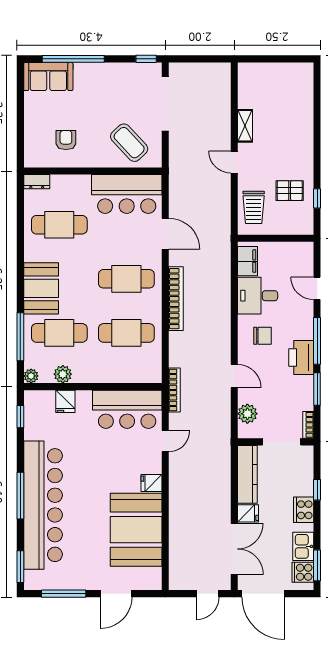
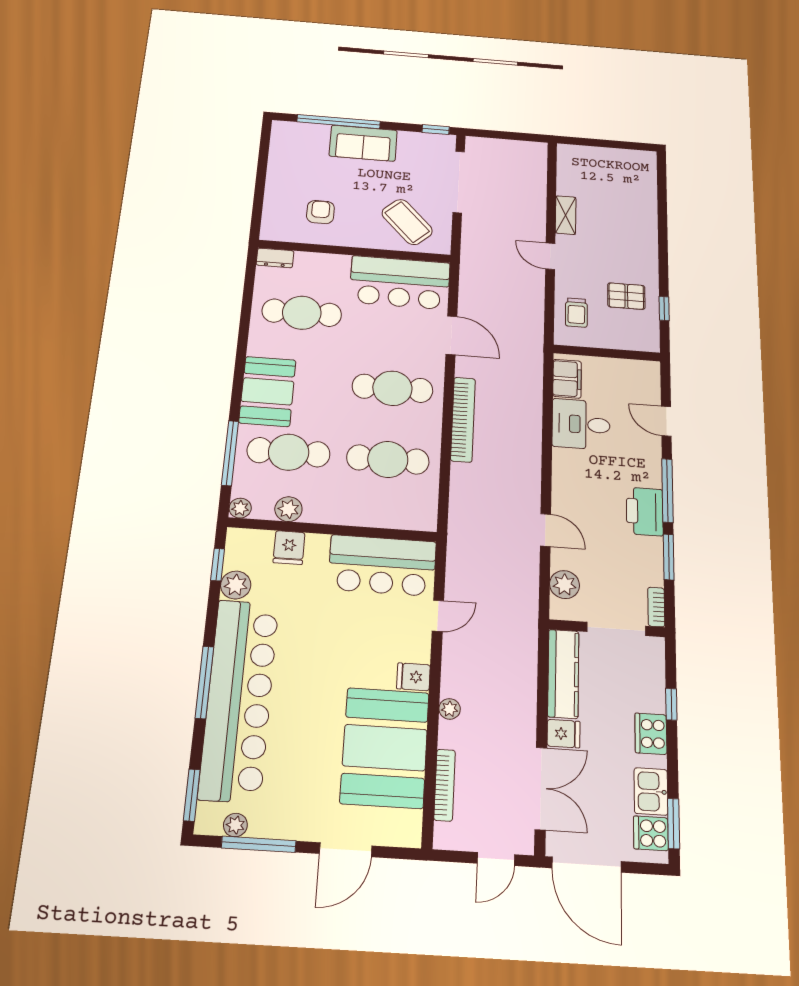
sofa: (48, 77) -> (363, 143), moved
trolley: (254, 207) -> (576, 313), width x0.73, depth x0.72
chair: (263, 336) -> (588, 478), removed
bookcase: (174, 390) -> (445, 785), moved
plant: (33, 430) -> (236, 585), added
plant: (175, 502) -> (450, 709), added
plant: (49, 583) -> (235, 825), added

